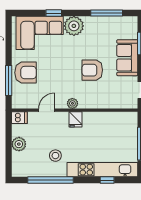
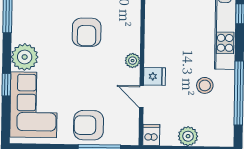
armchair: (26, 73) -> (89, 125), turned -90
fridge: (76, 119) -> (155, 76), moved

